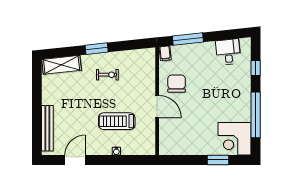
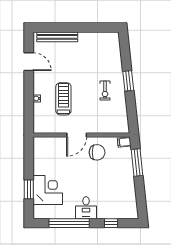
desk: (228, 52) -> (86, 208), moved, turned 96
shelving: (62, 65) -> (114, 50), removed
corner desk: (235, 139) -> (48, 190), moved, turned 90

